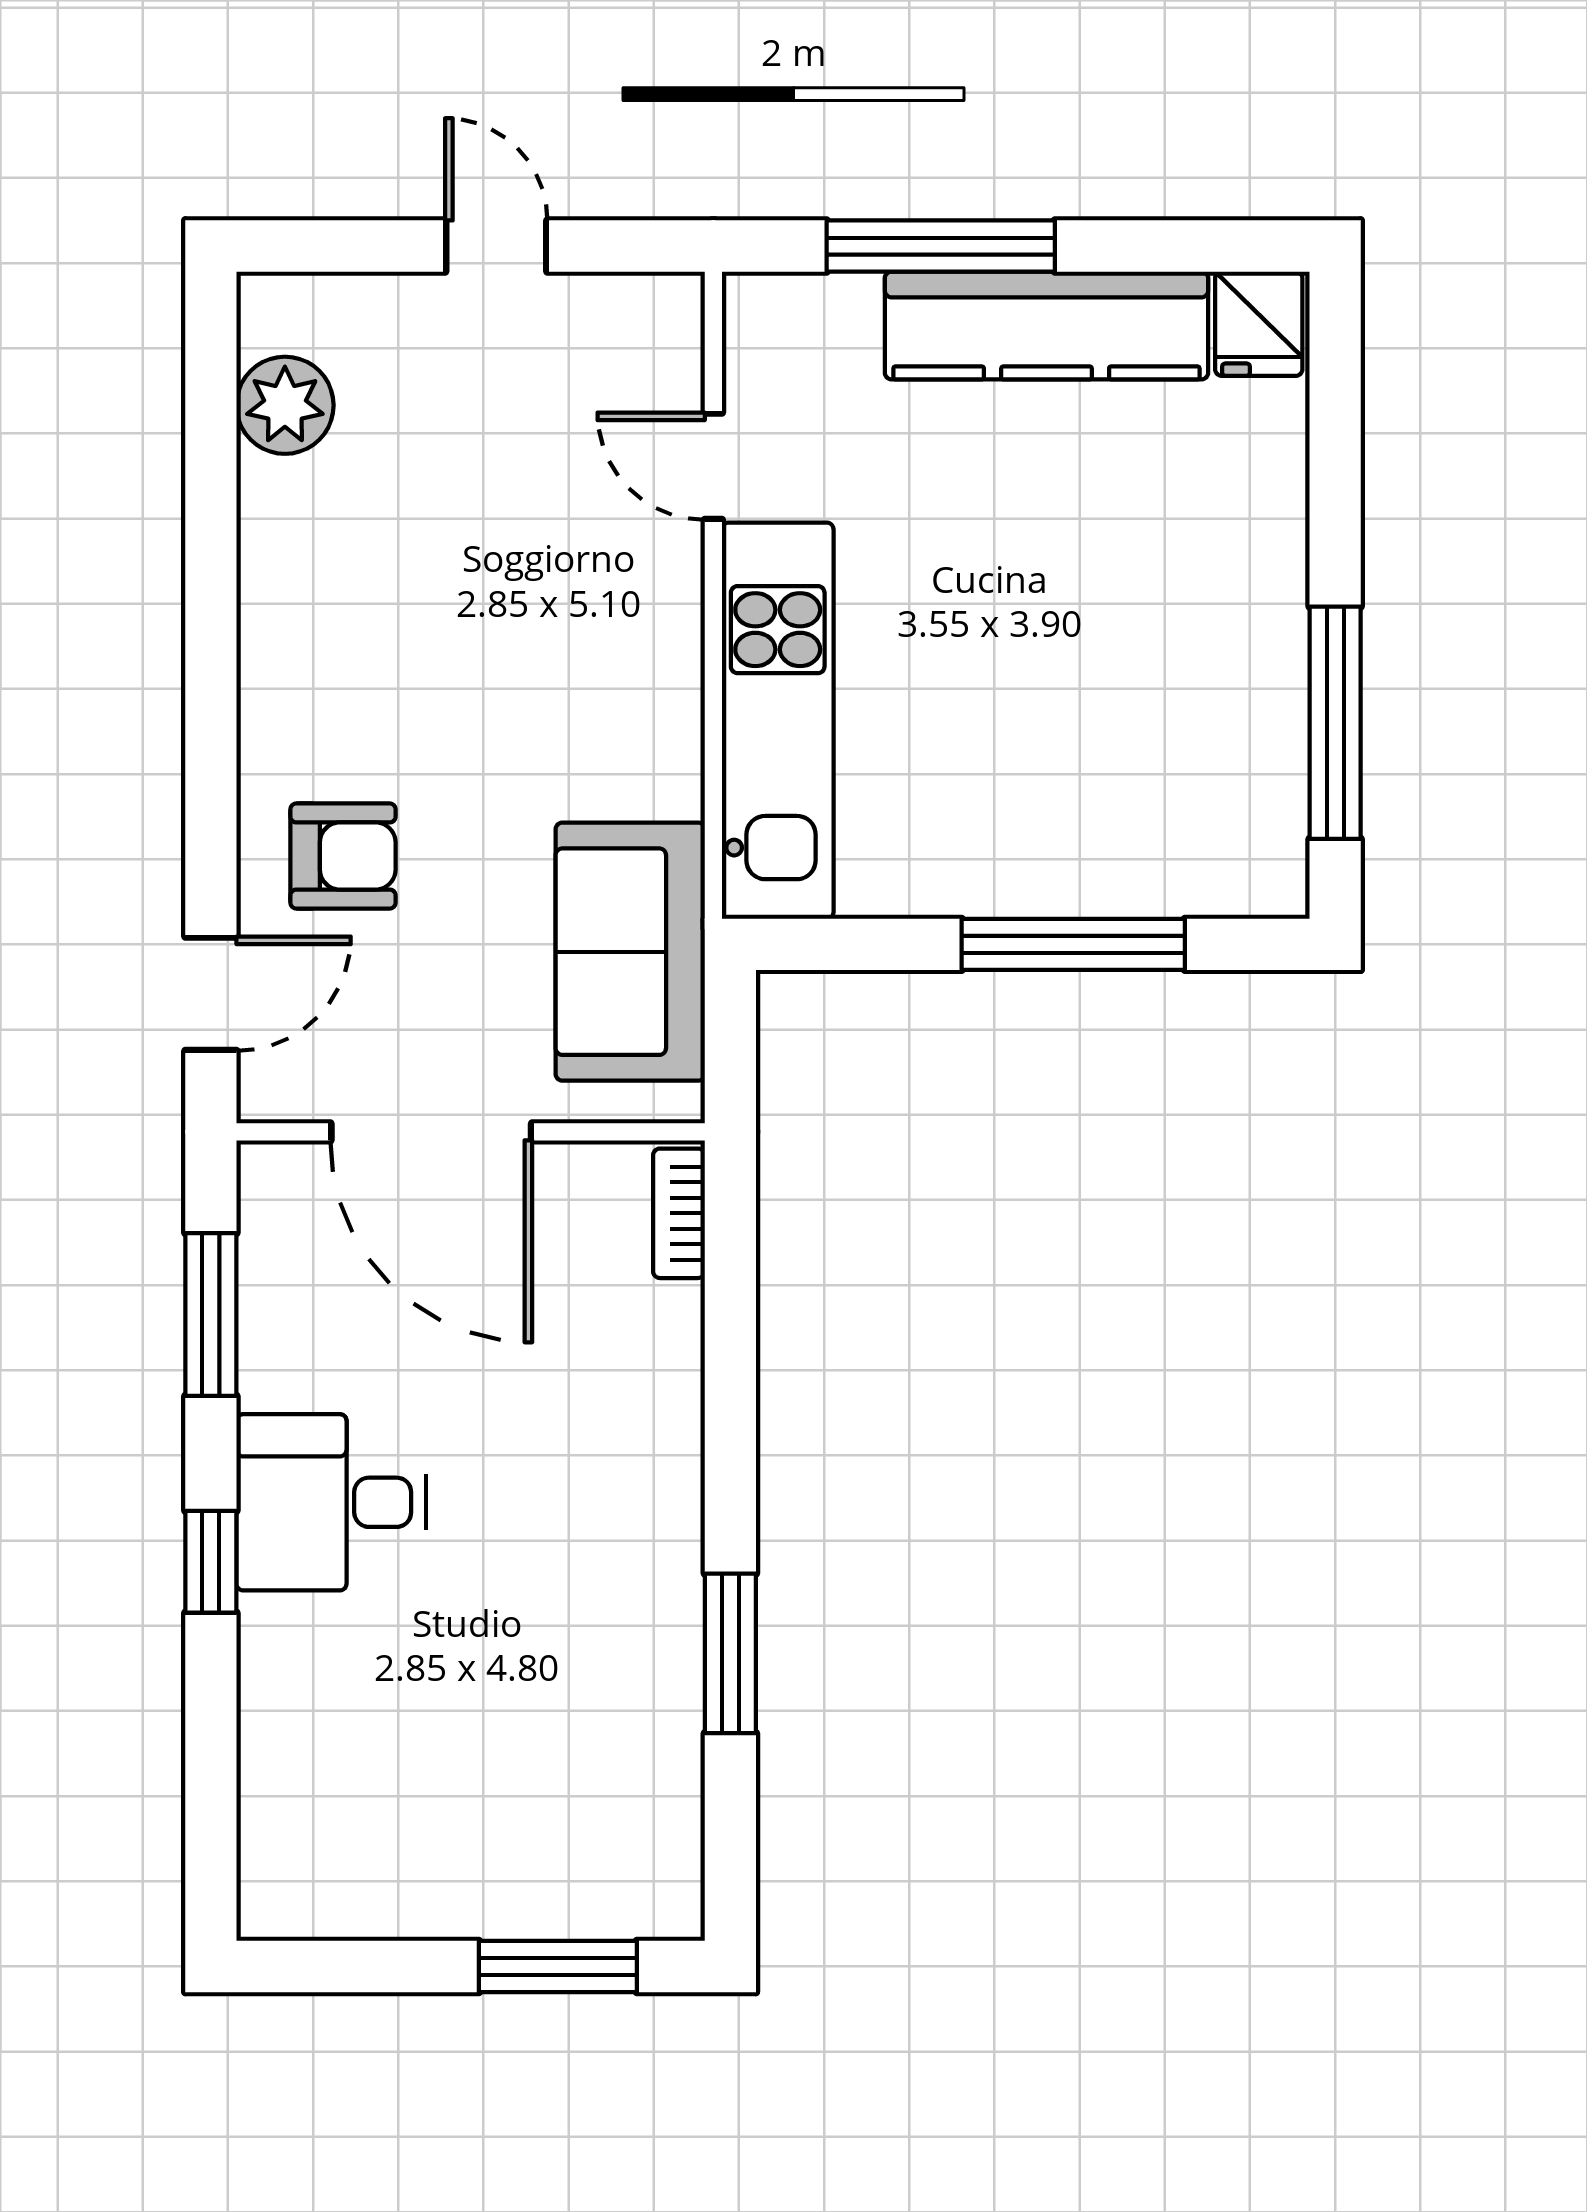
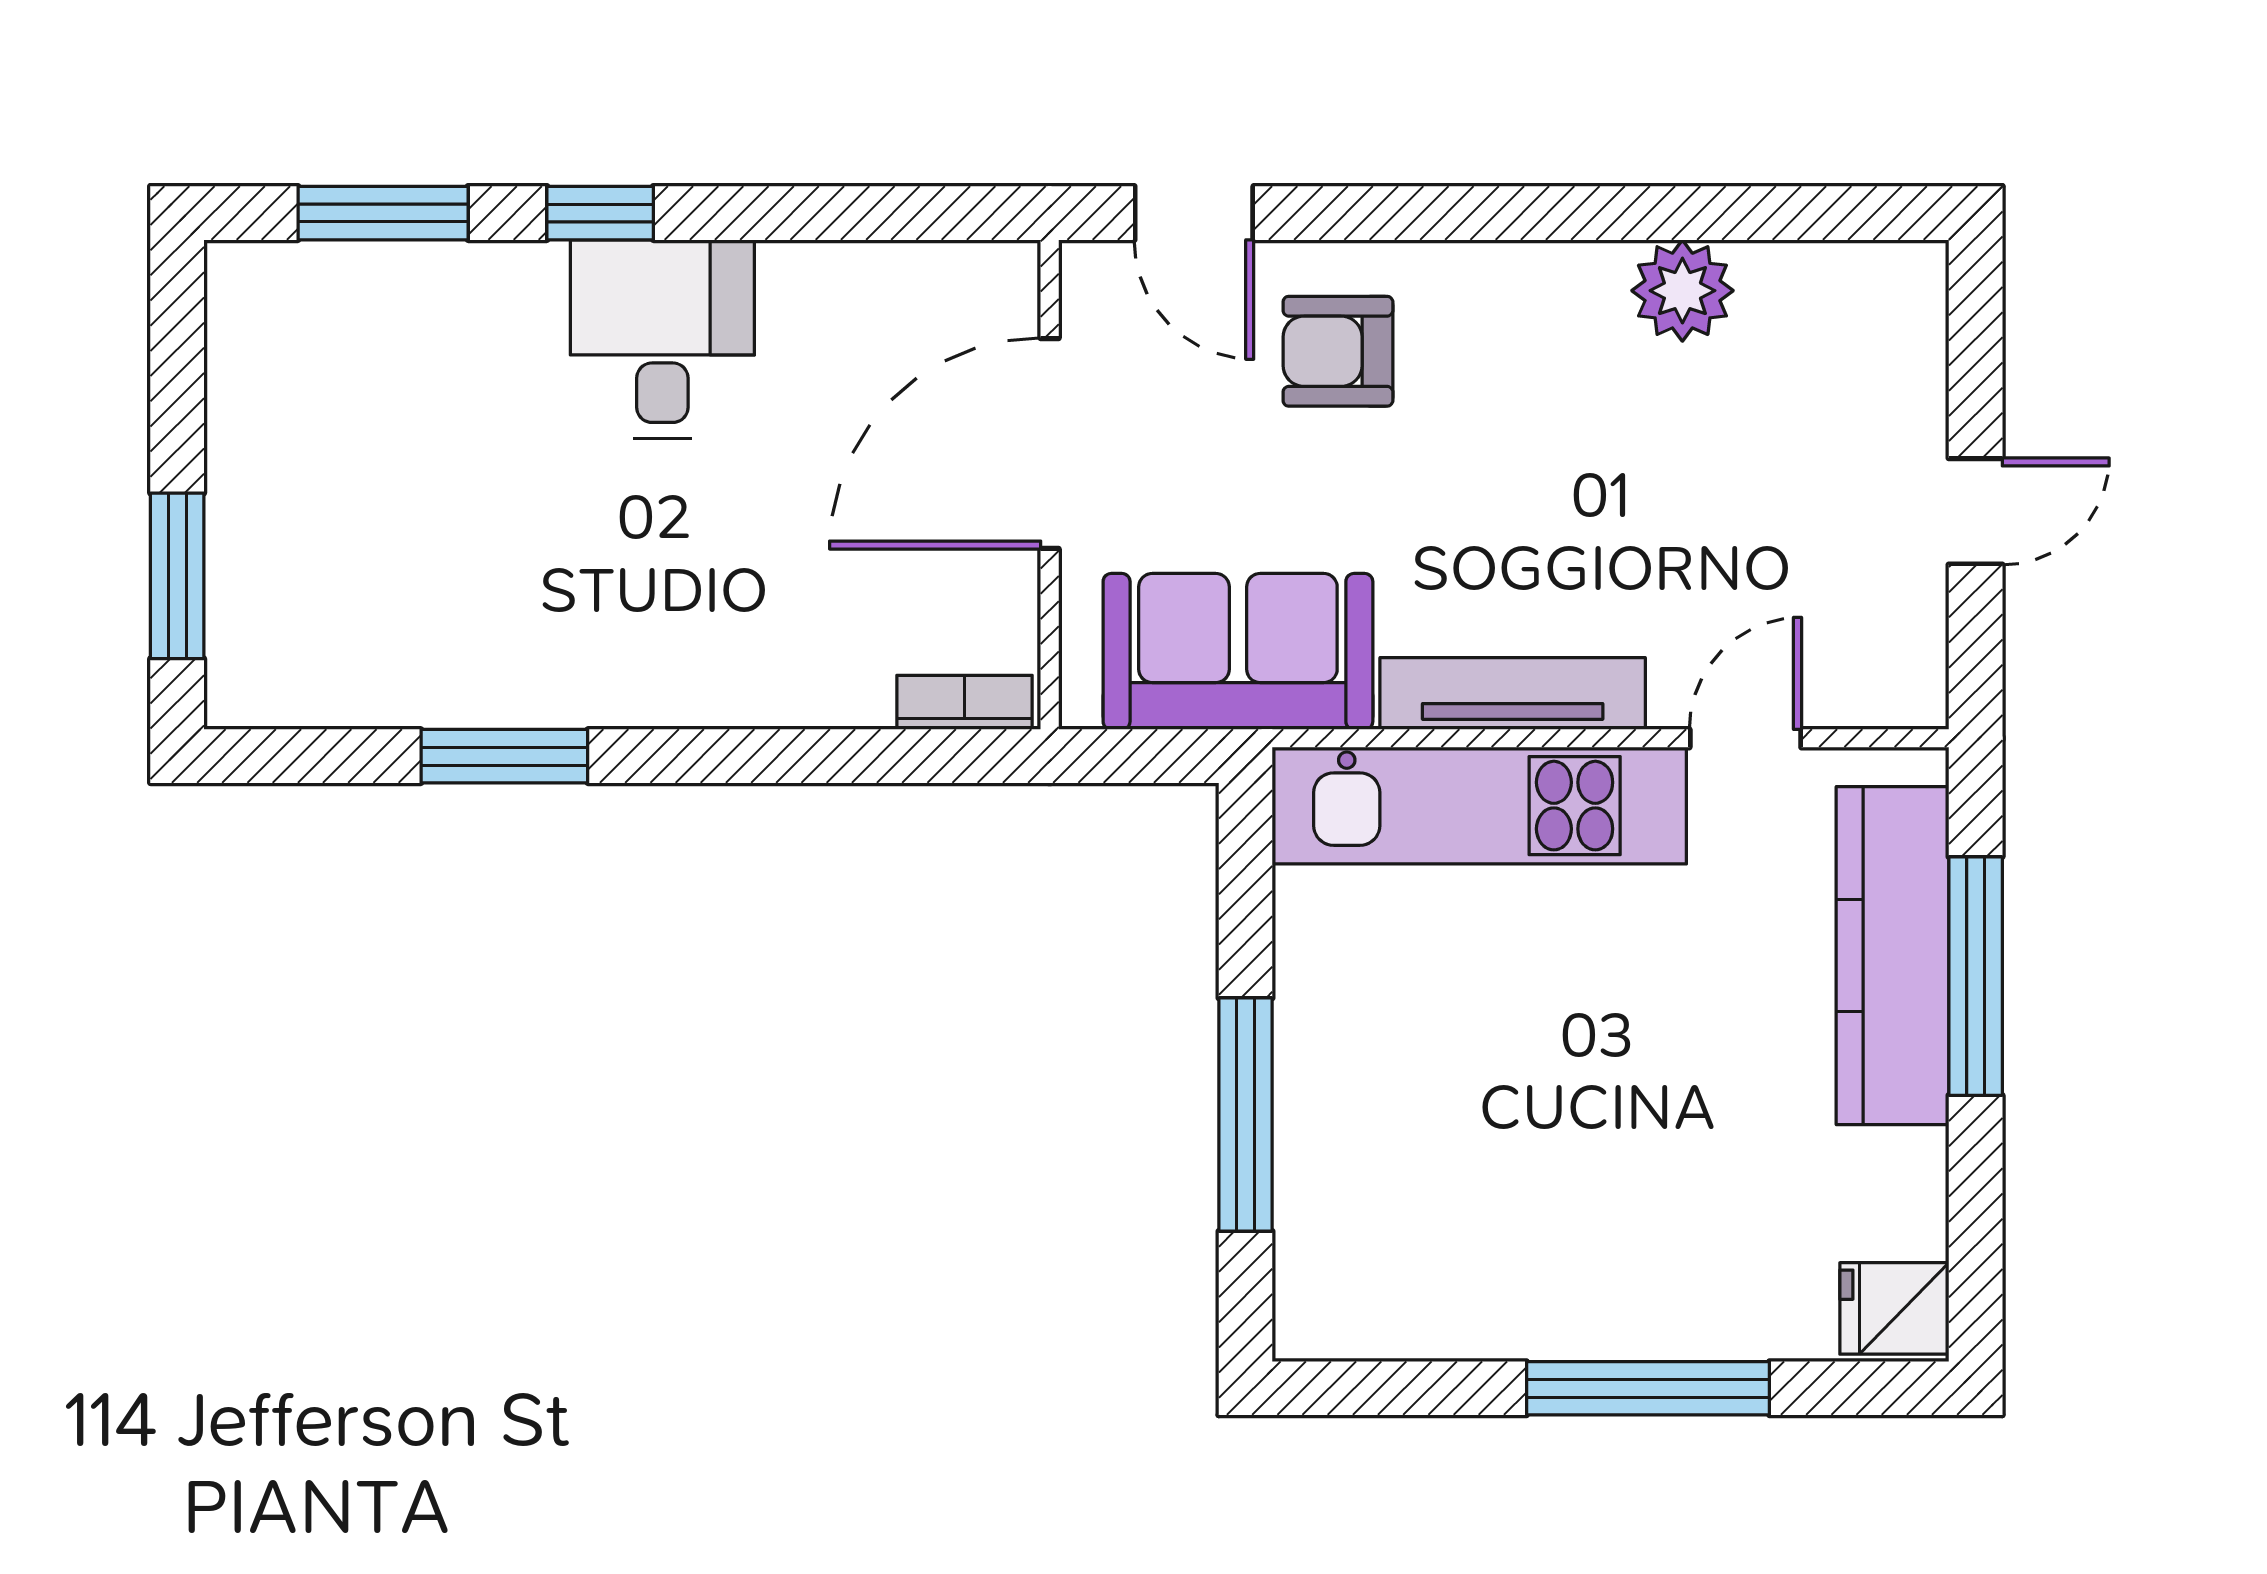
kitchen counter: (1046, 325) -> (1892, 956), moved
plant: (285, 405) -> (1682, 291), moved
tv unit: (670, 689) -> (1513, 693), added
window: (1335, 723) -> (1648, 1388), moved
armchair: (343, 856) -> (1338, 351), turned 90
window: (211, 1314) -> (383, 213), moved

